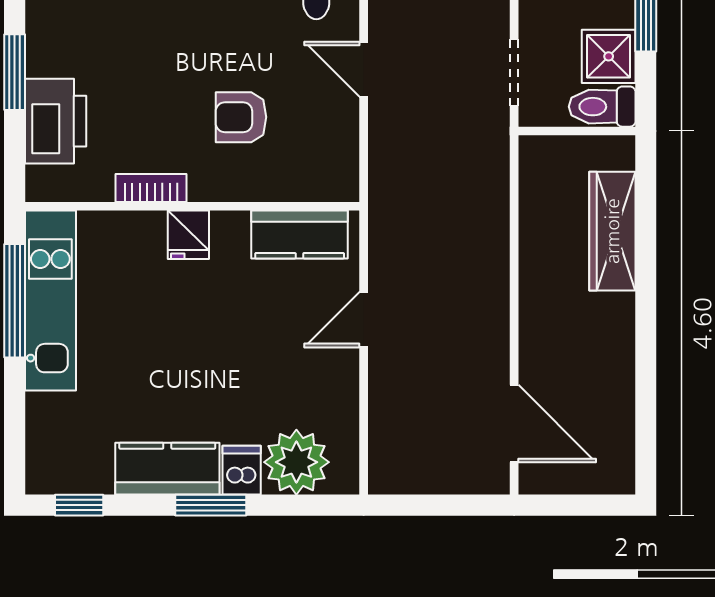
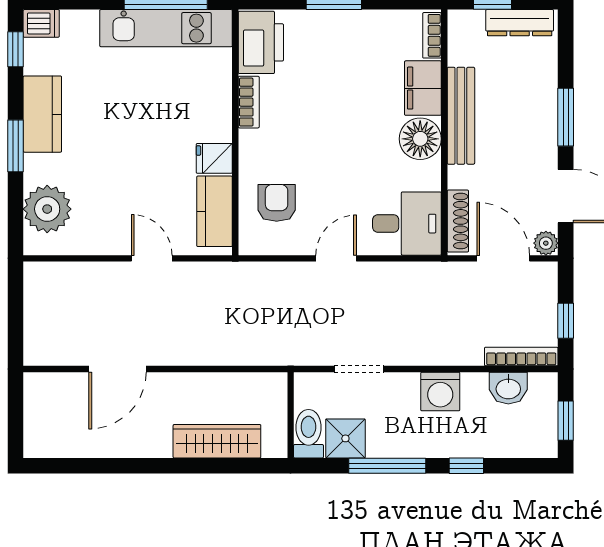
doorway: (514, 73) -> (359, 369), moved
armchair: (241, 117) -> (277, 203), moved
printer: (56, 121) -> (261, 42), moved, turned -90
fridge: (188, 235) -> (214, 158), moved
door: (514, 423) -> (117, 369), moved
dishwasher: (242, 470) -> (41, 23), moved

